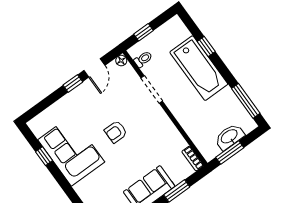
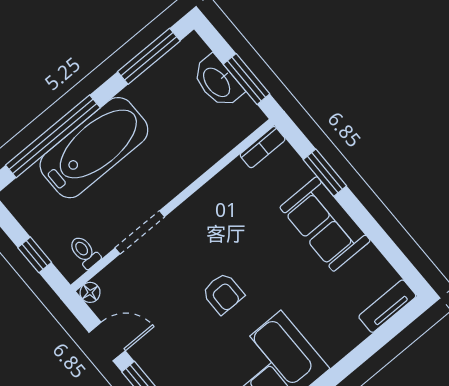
window: (206, 47) -> (53, 136), width x3.17

